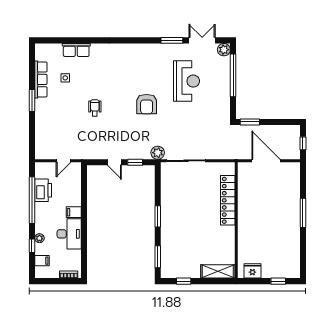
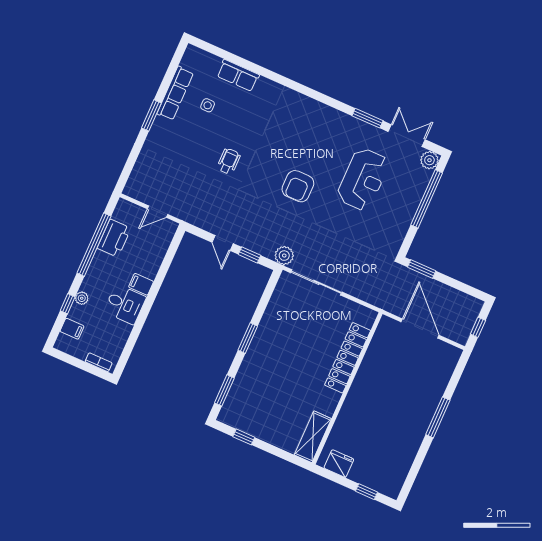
desk: (69, 234) -> (125, 304), width x0.73
shelving: (218, 271) -> (313, 437), moved, turned 90

